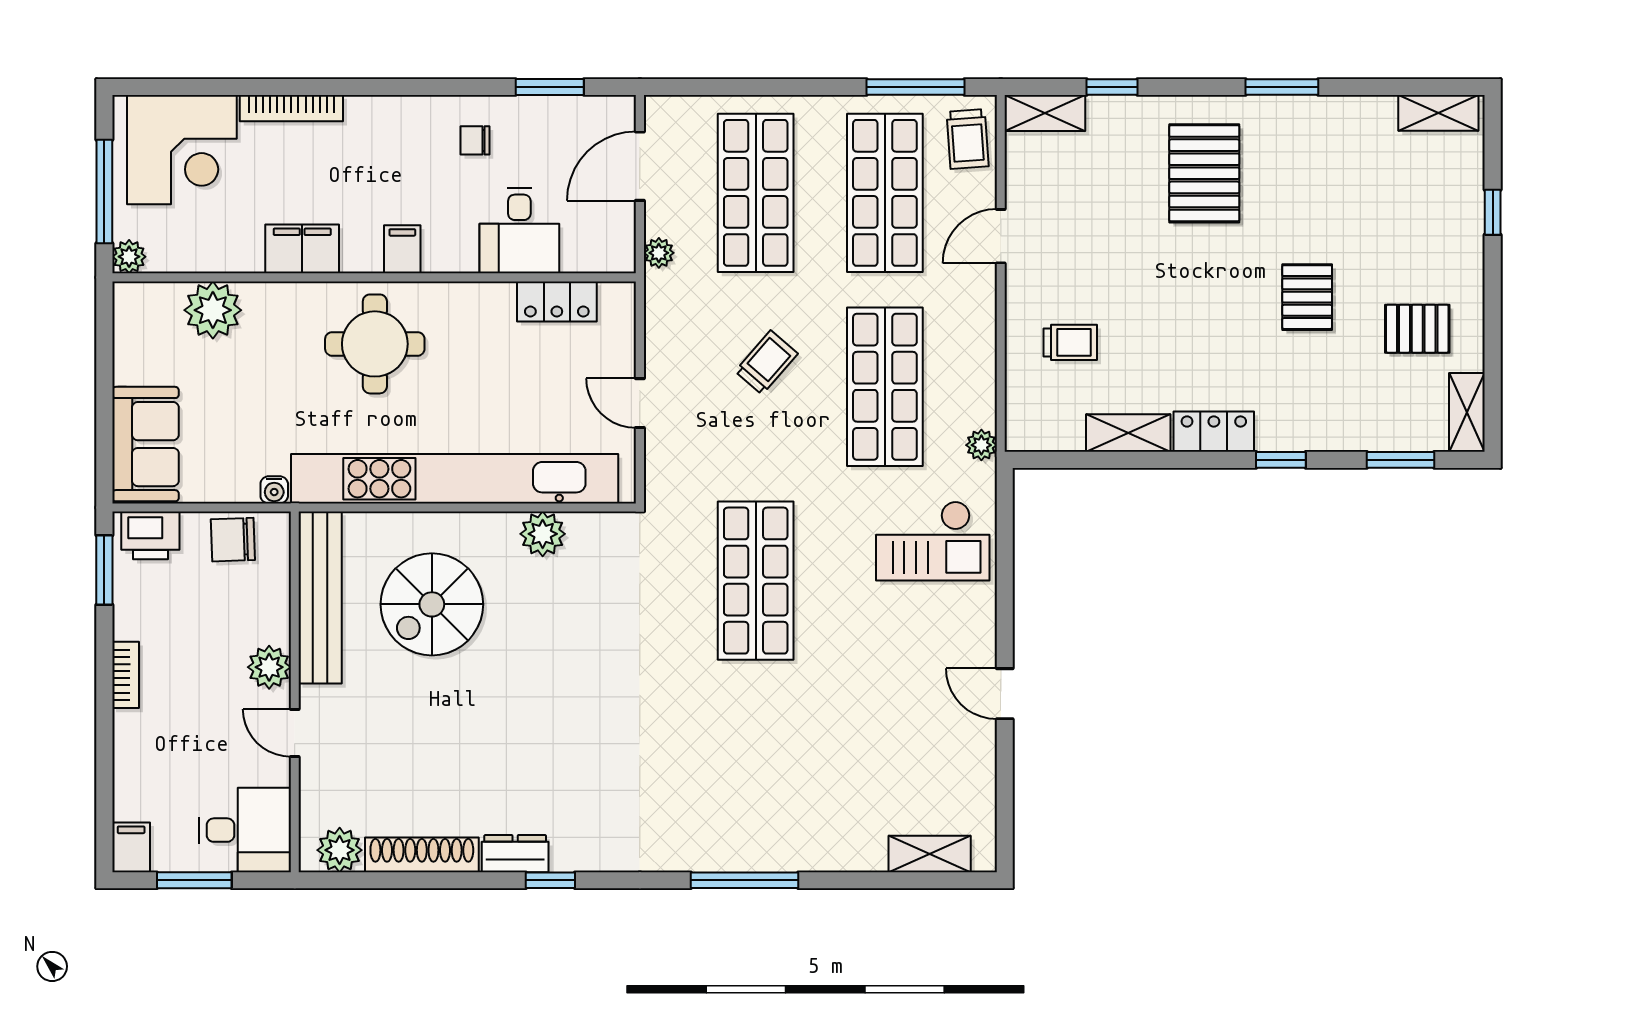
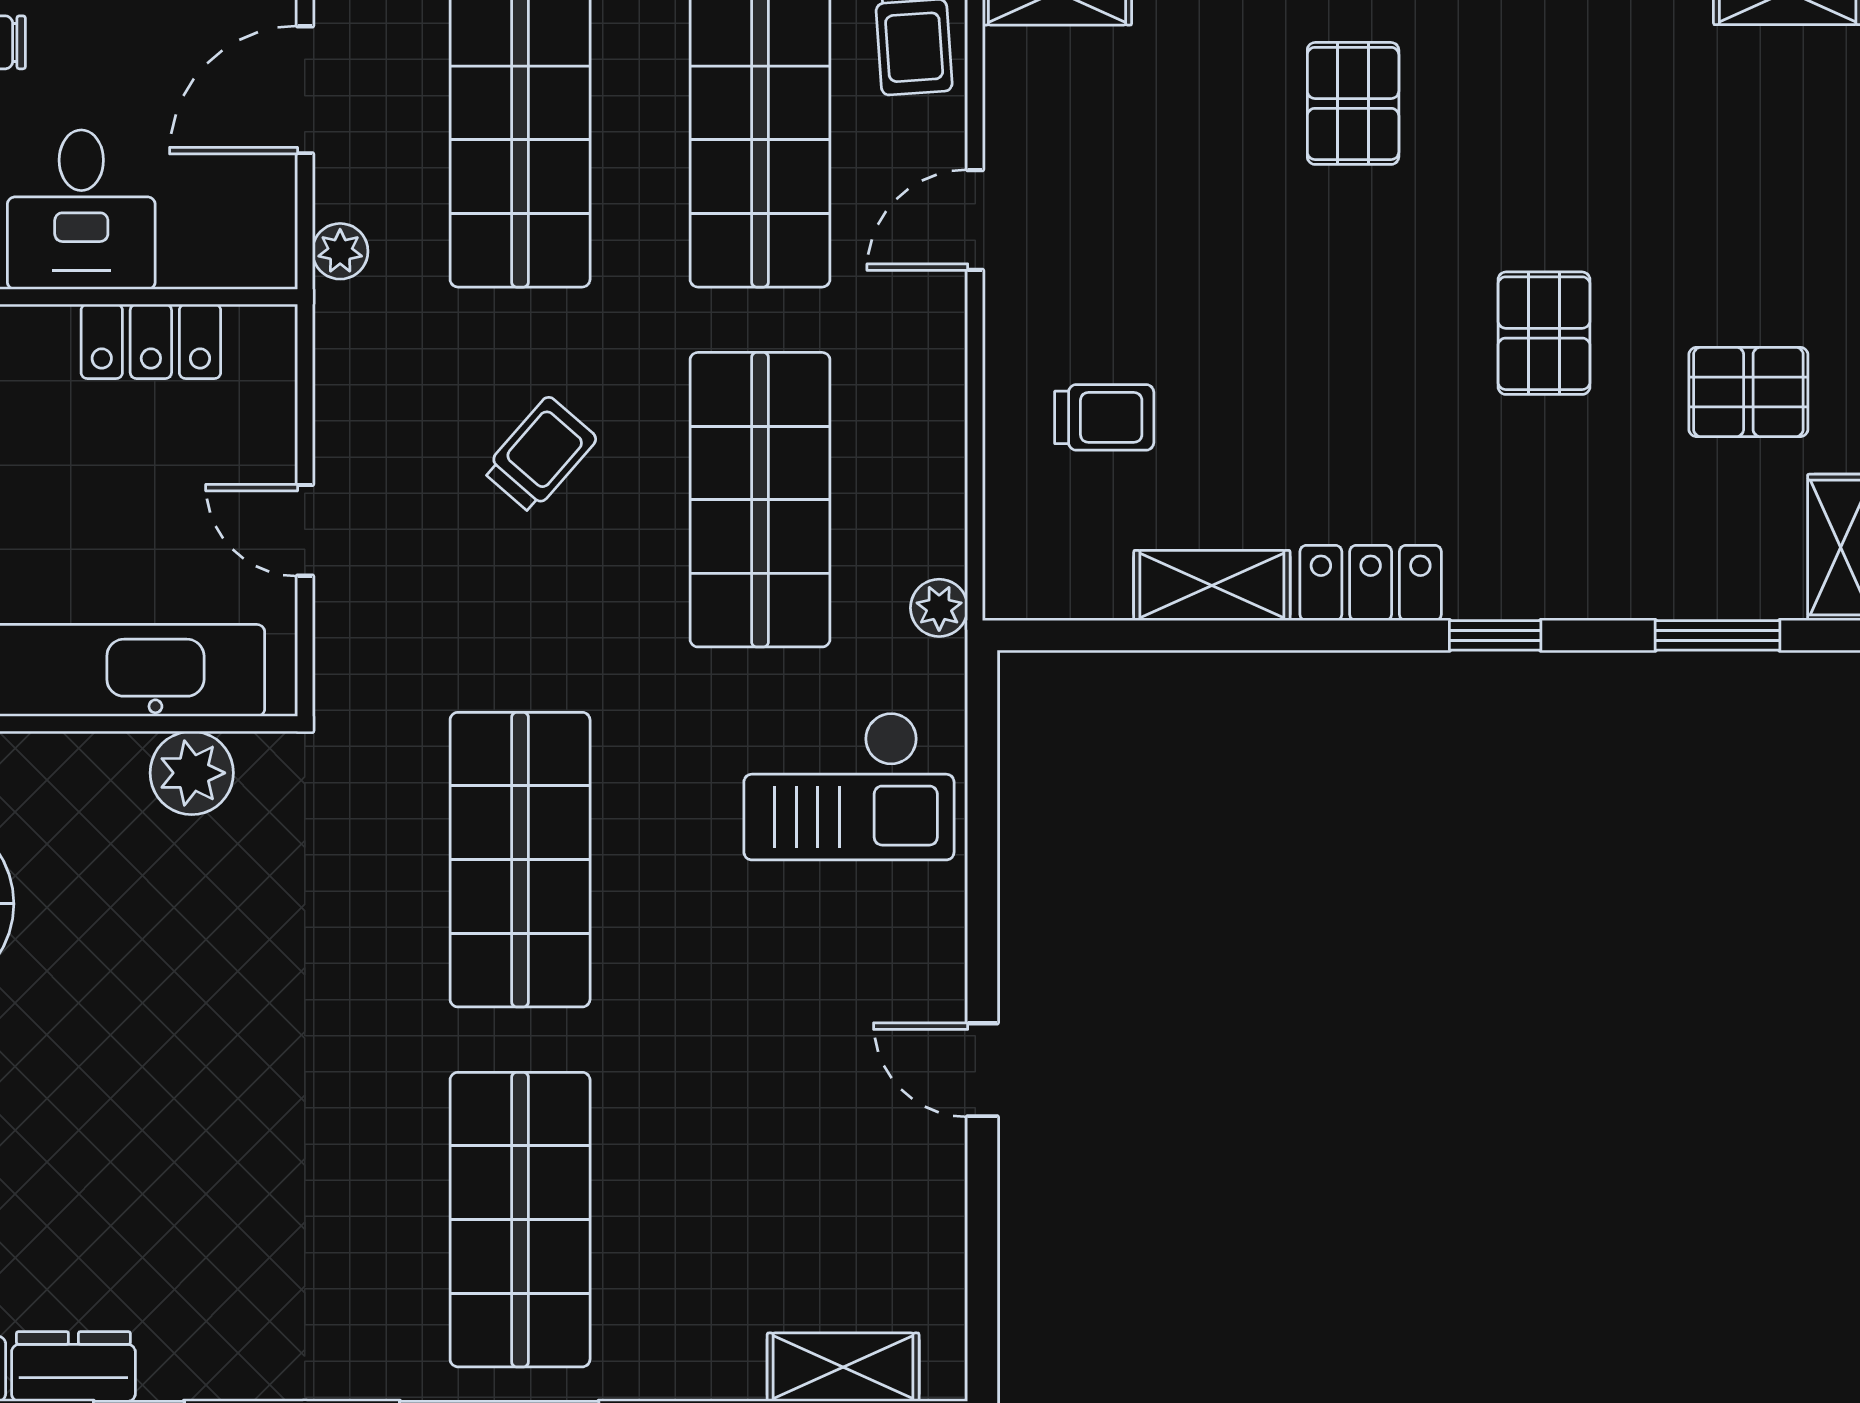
pallet: (1204, 173) -> (1353, 103), width x0.67, depth x0.71
plant: (543, 534) -> (192, 773), moved
shop shelf: (756, 774) -> (520, 1220), added

